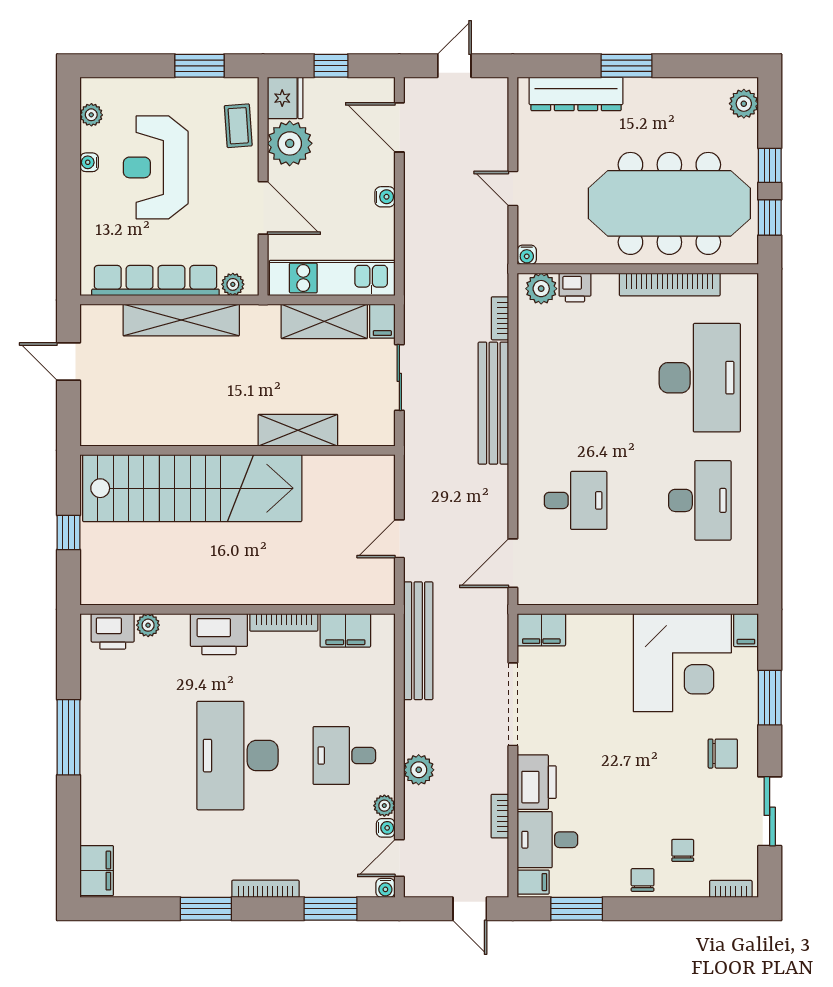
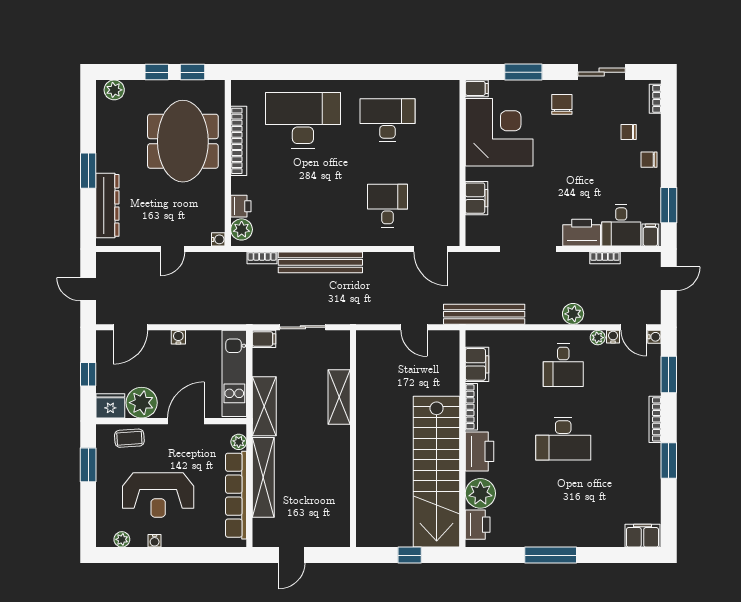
meeting table: (669, 203) -> (183, 141), width x0.73
shelving: (324, 321) -> (264, 406), moved
stairs: (192, 488) -> (437, 472), moved, turned 180
plant: (148, 625) -> (480, 493), width x1.88, depth x1.88
filing cabinet: (541, 630) -> (477, 198), moved
desk: (237, 756) -> (563, 439), width x0.73, depth x0.77

